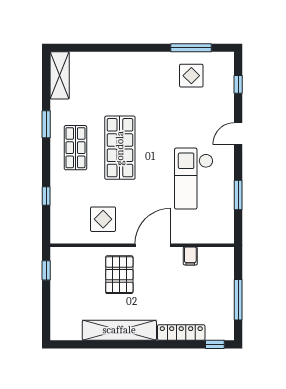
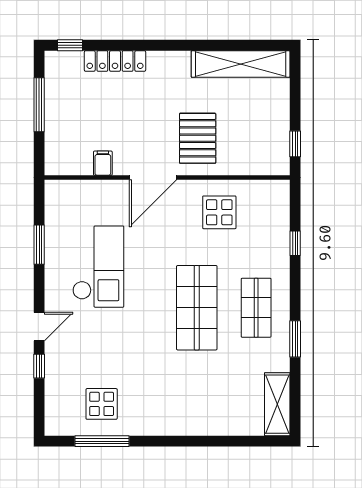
window: (238, 84) -> (39, 366), moved
shelving: (119, 330) -> (241, 64), moved

